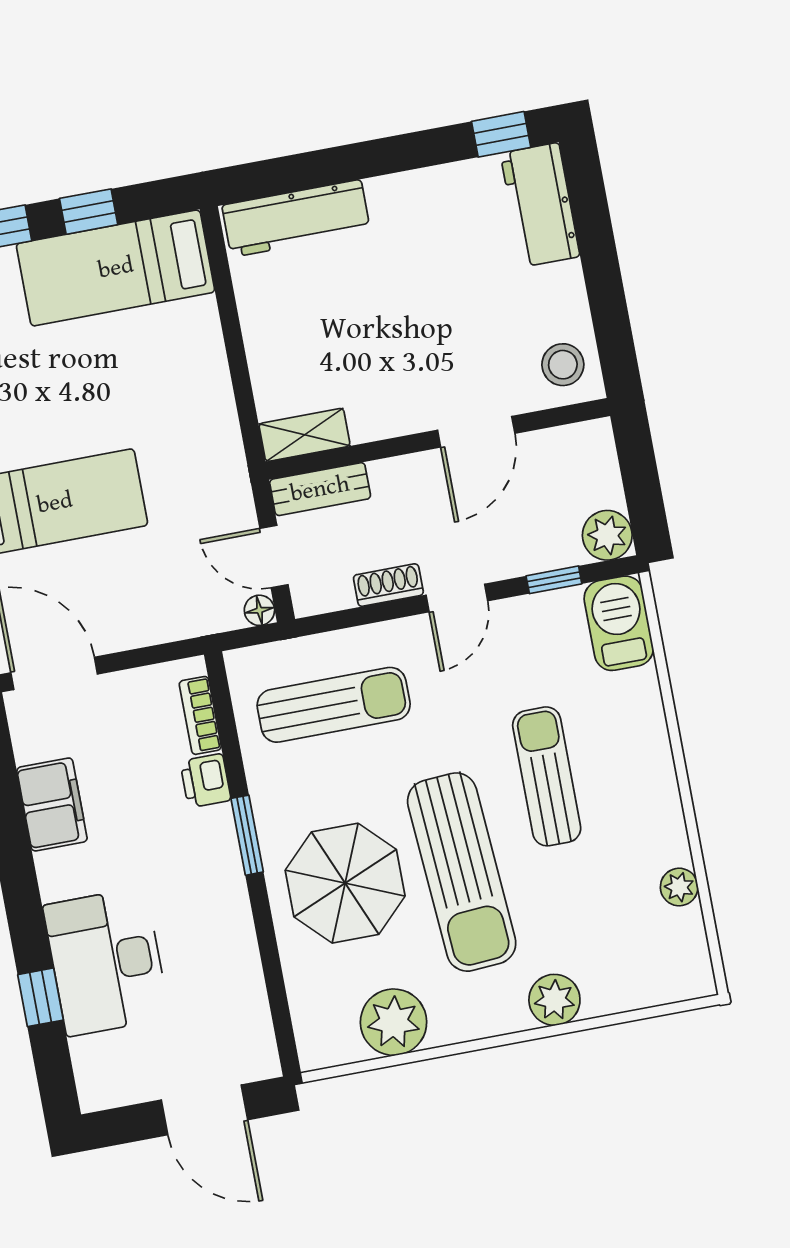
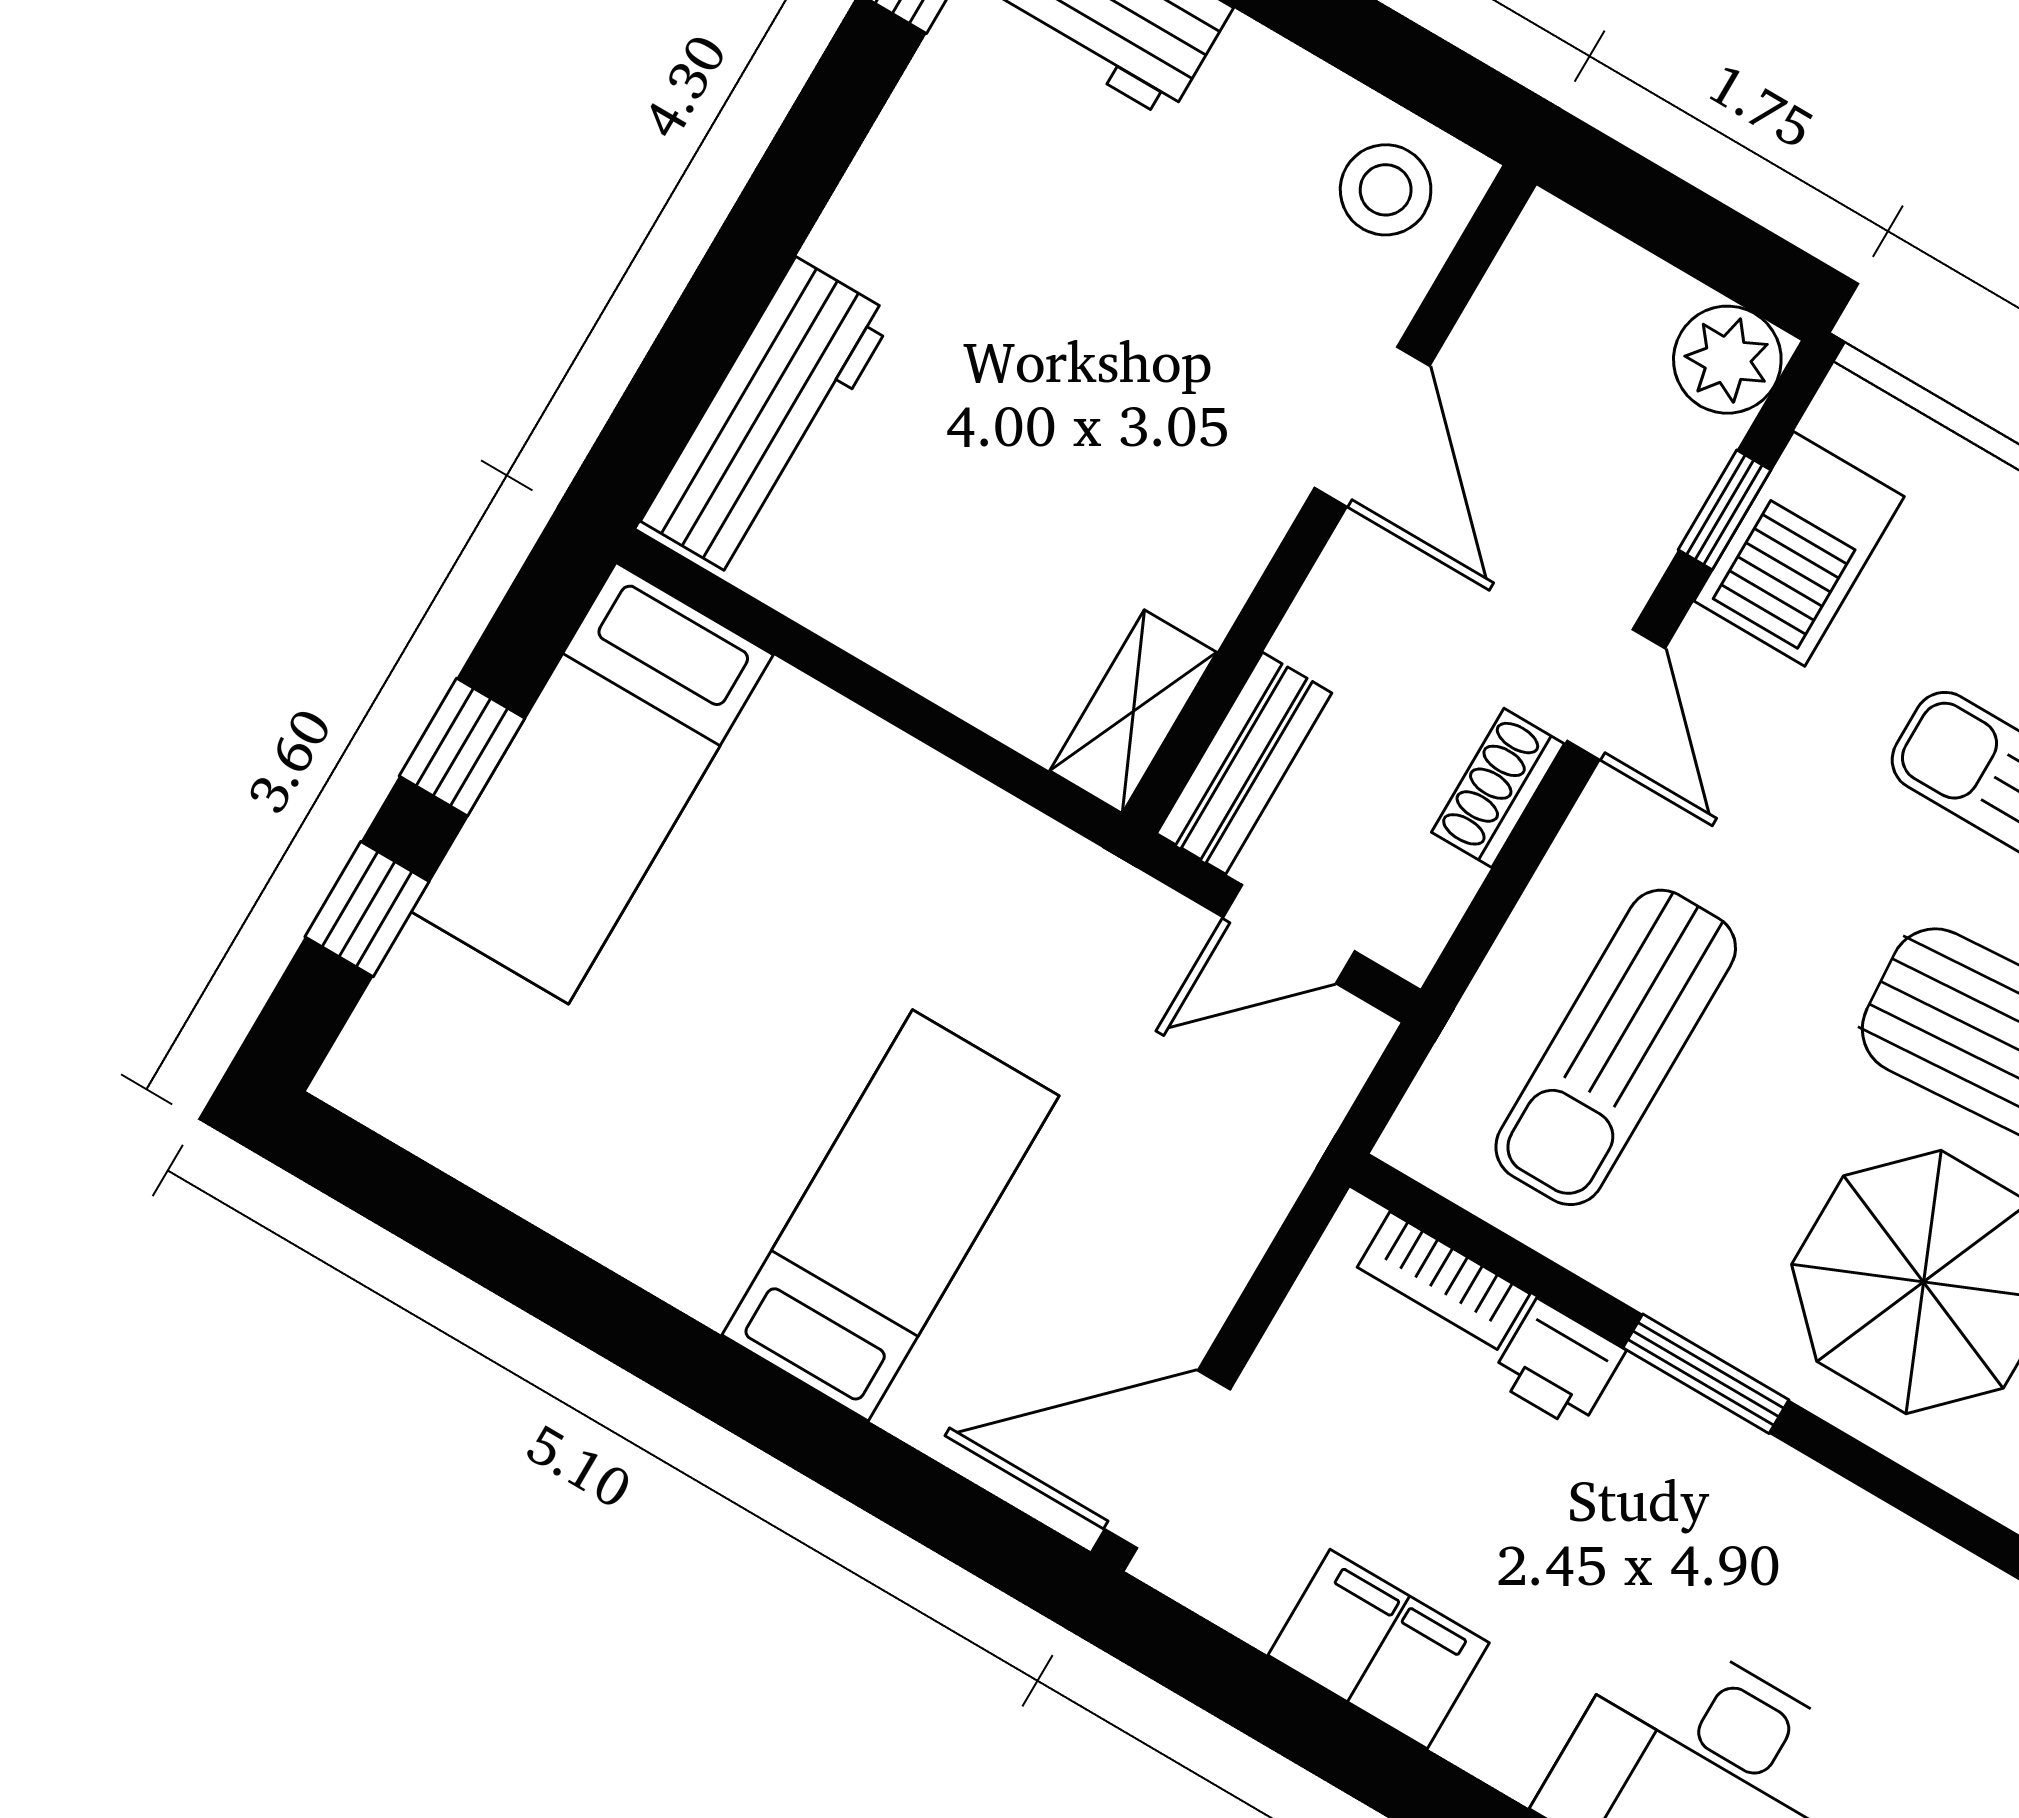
floor lamp: (259, 610) -> (1356, 1034), removed
barbecue: (619, 623) -> (1799, 549), moved, turned -90
sun lounger: (334, 705) -> (1616, 1047), turned 180

